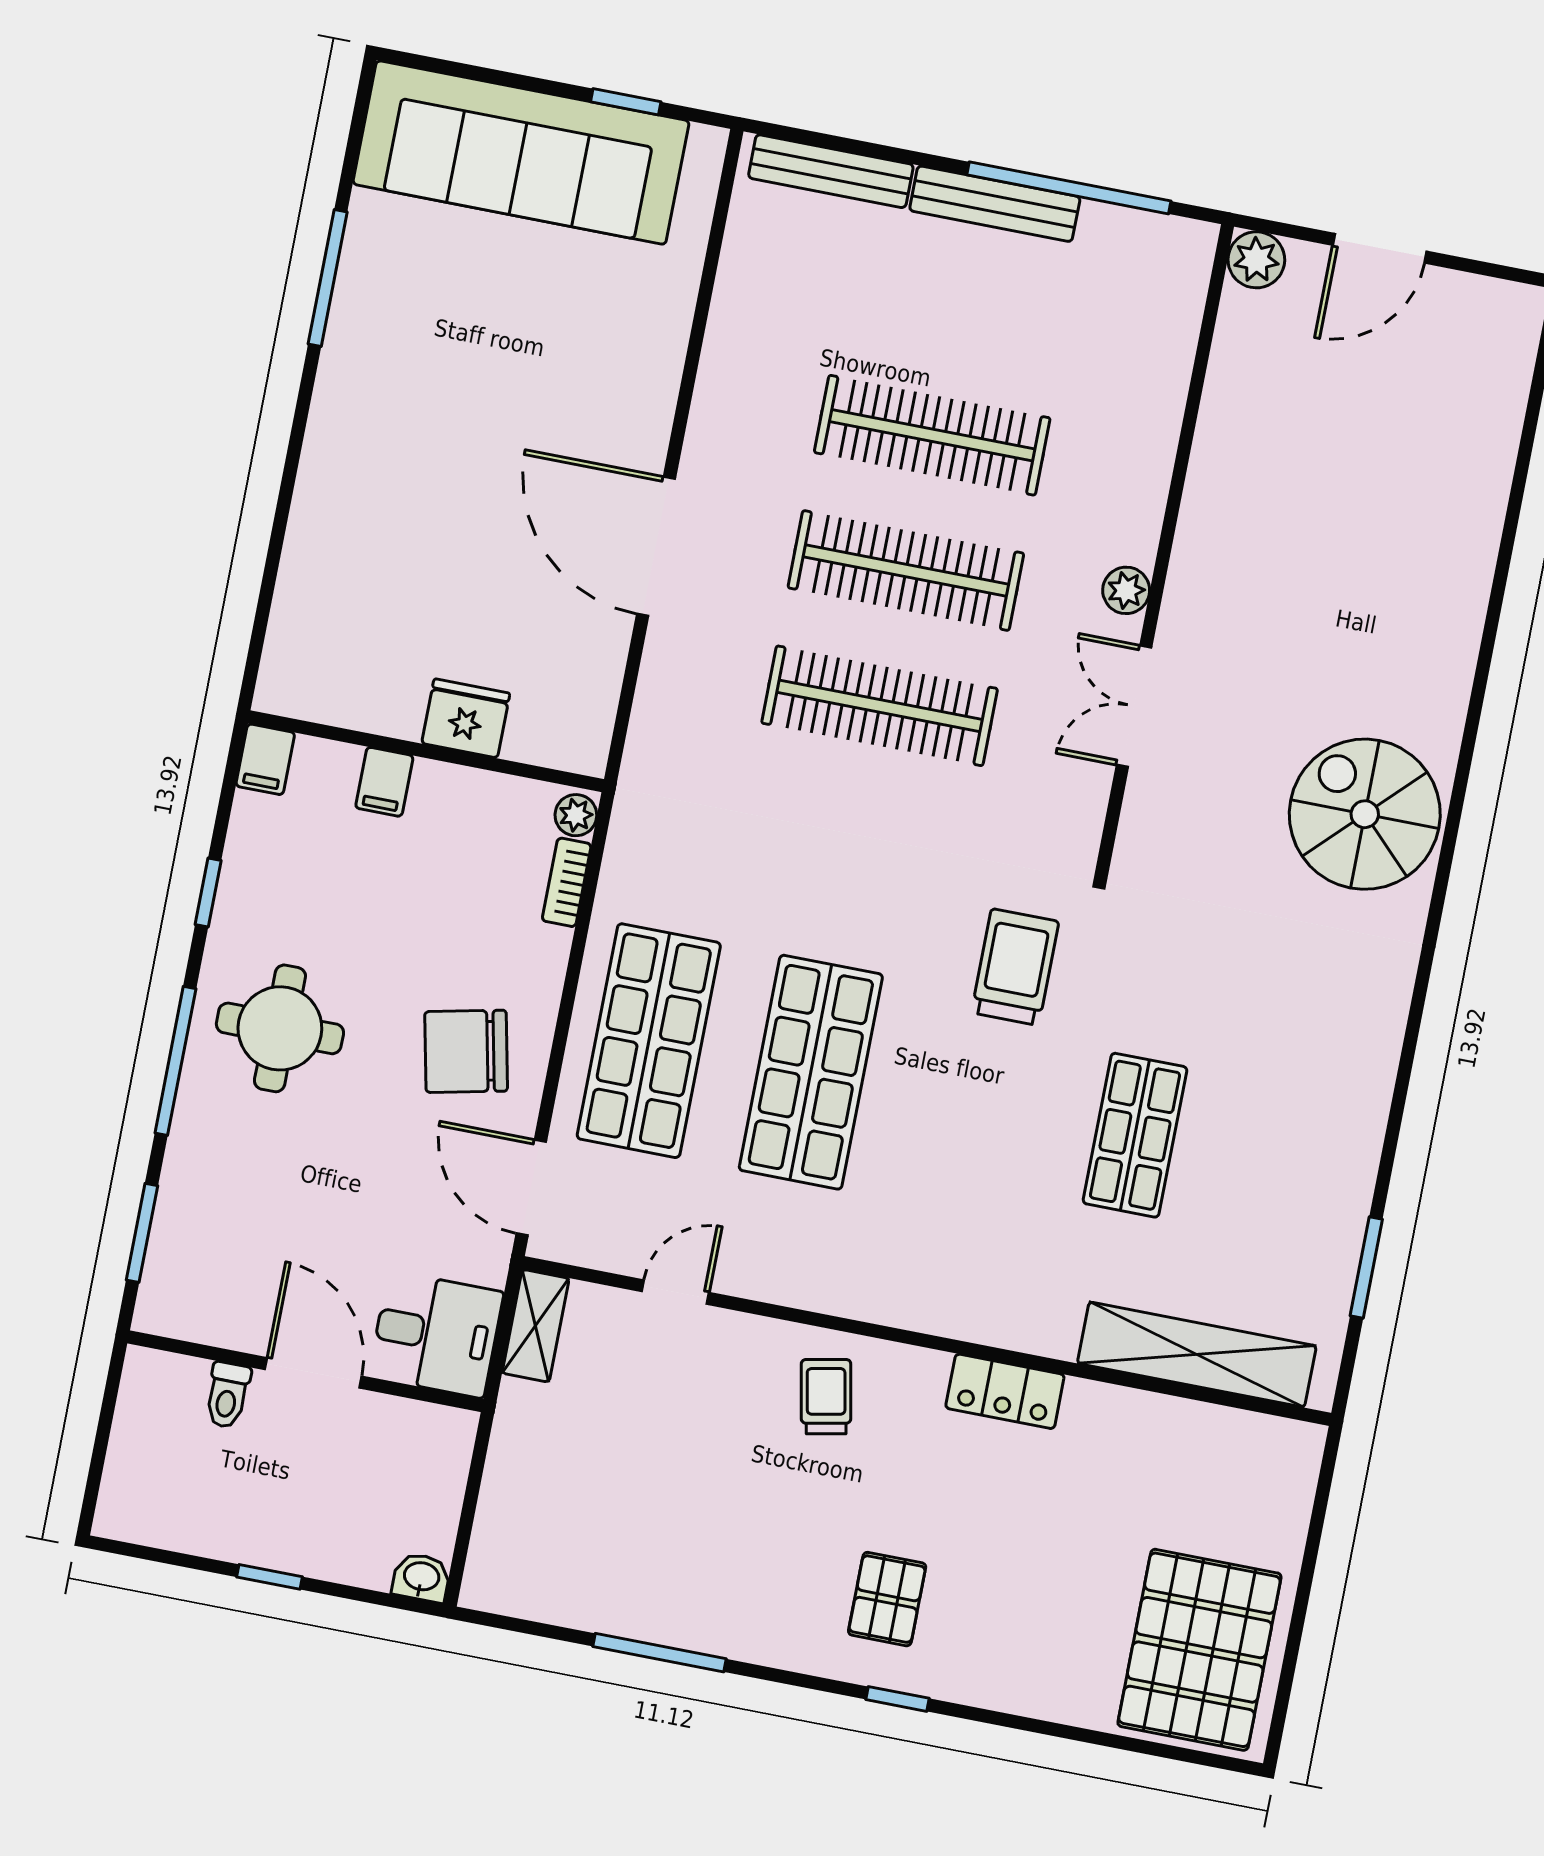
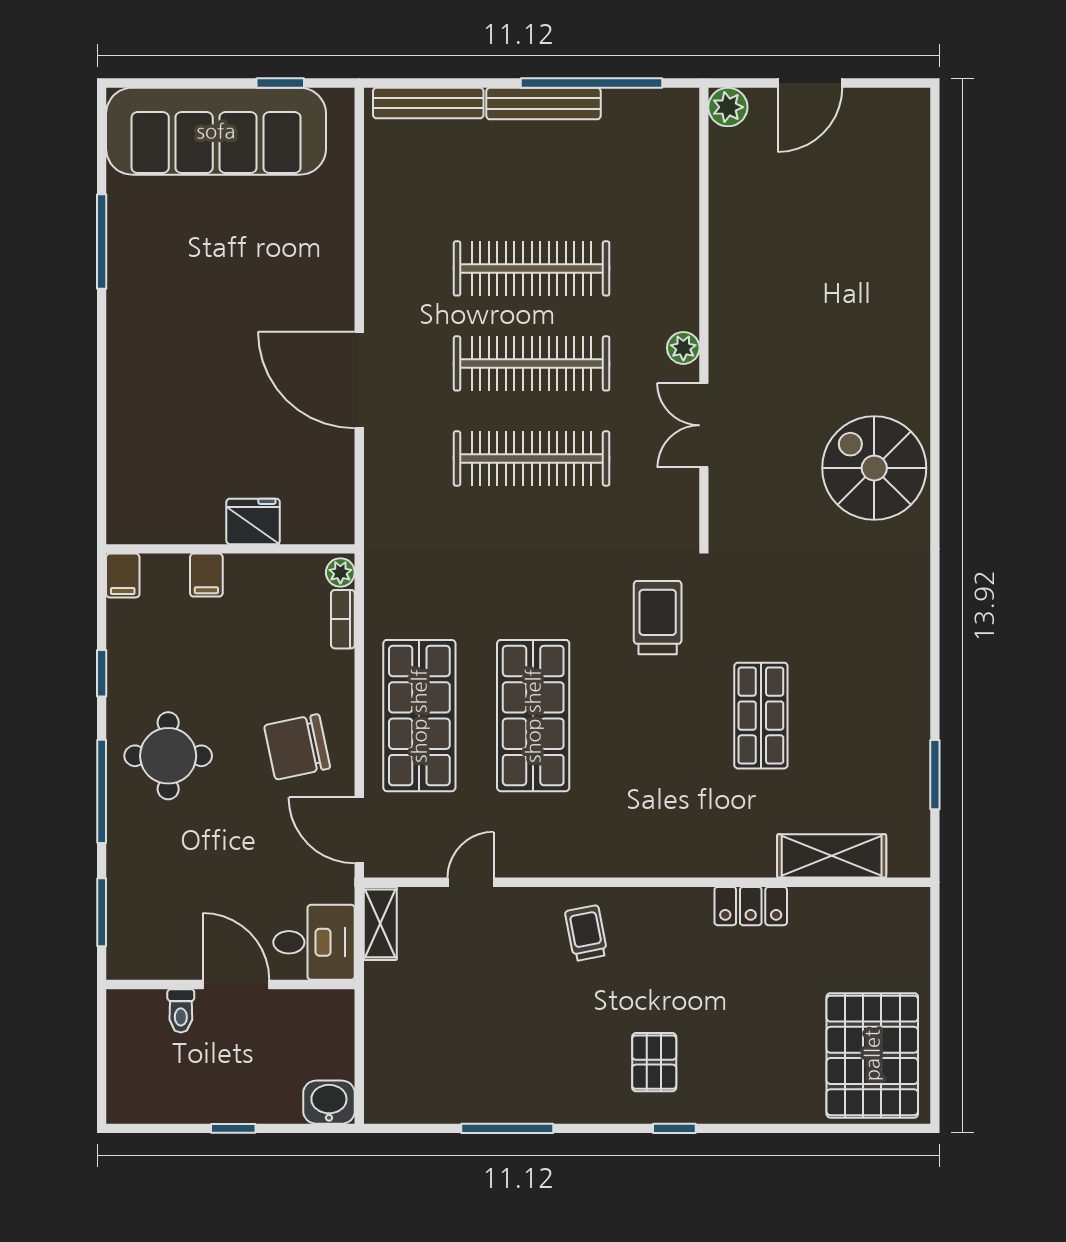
shelving: (1197, 1355) -> (832, 856), width x0.68
locker: (1005, 1391) -> (751, 906), moved
washbasin: (421, 1578) -> (329, 1102), width x1.38, depth x1.45

